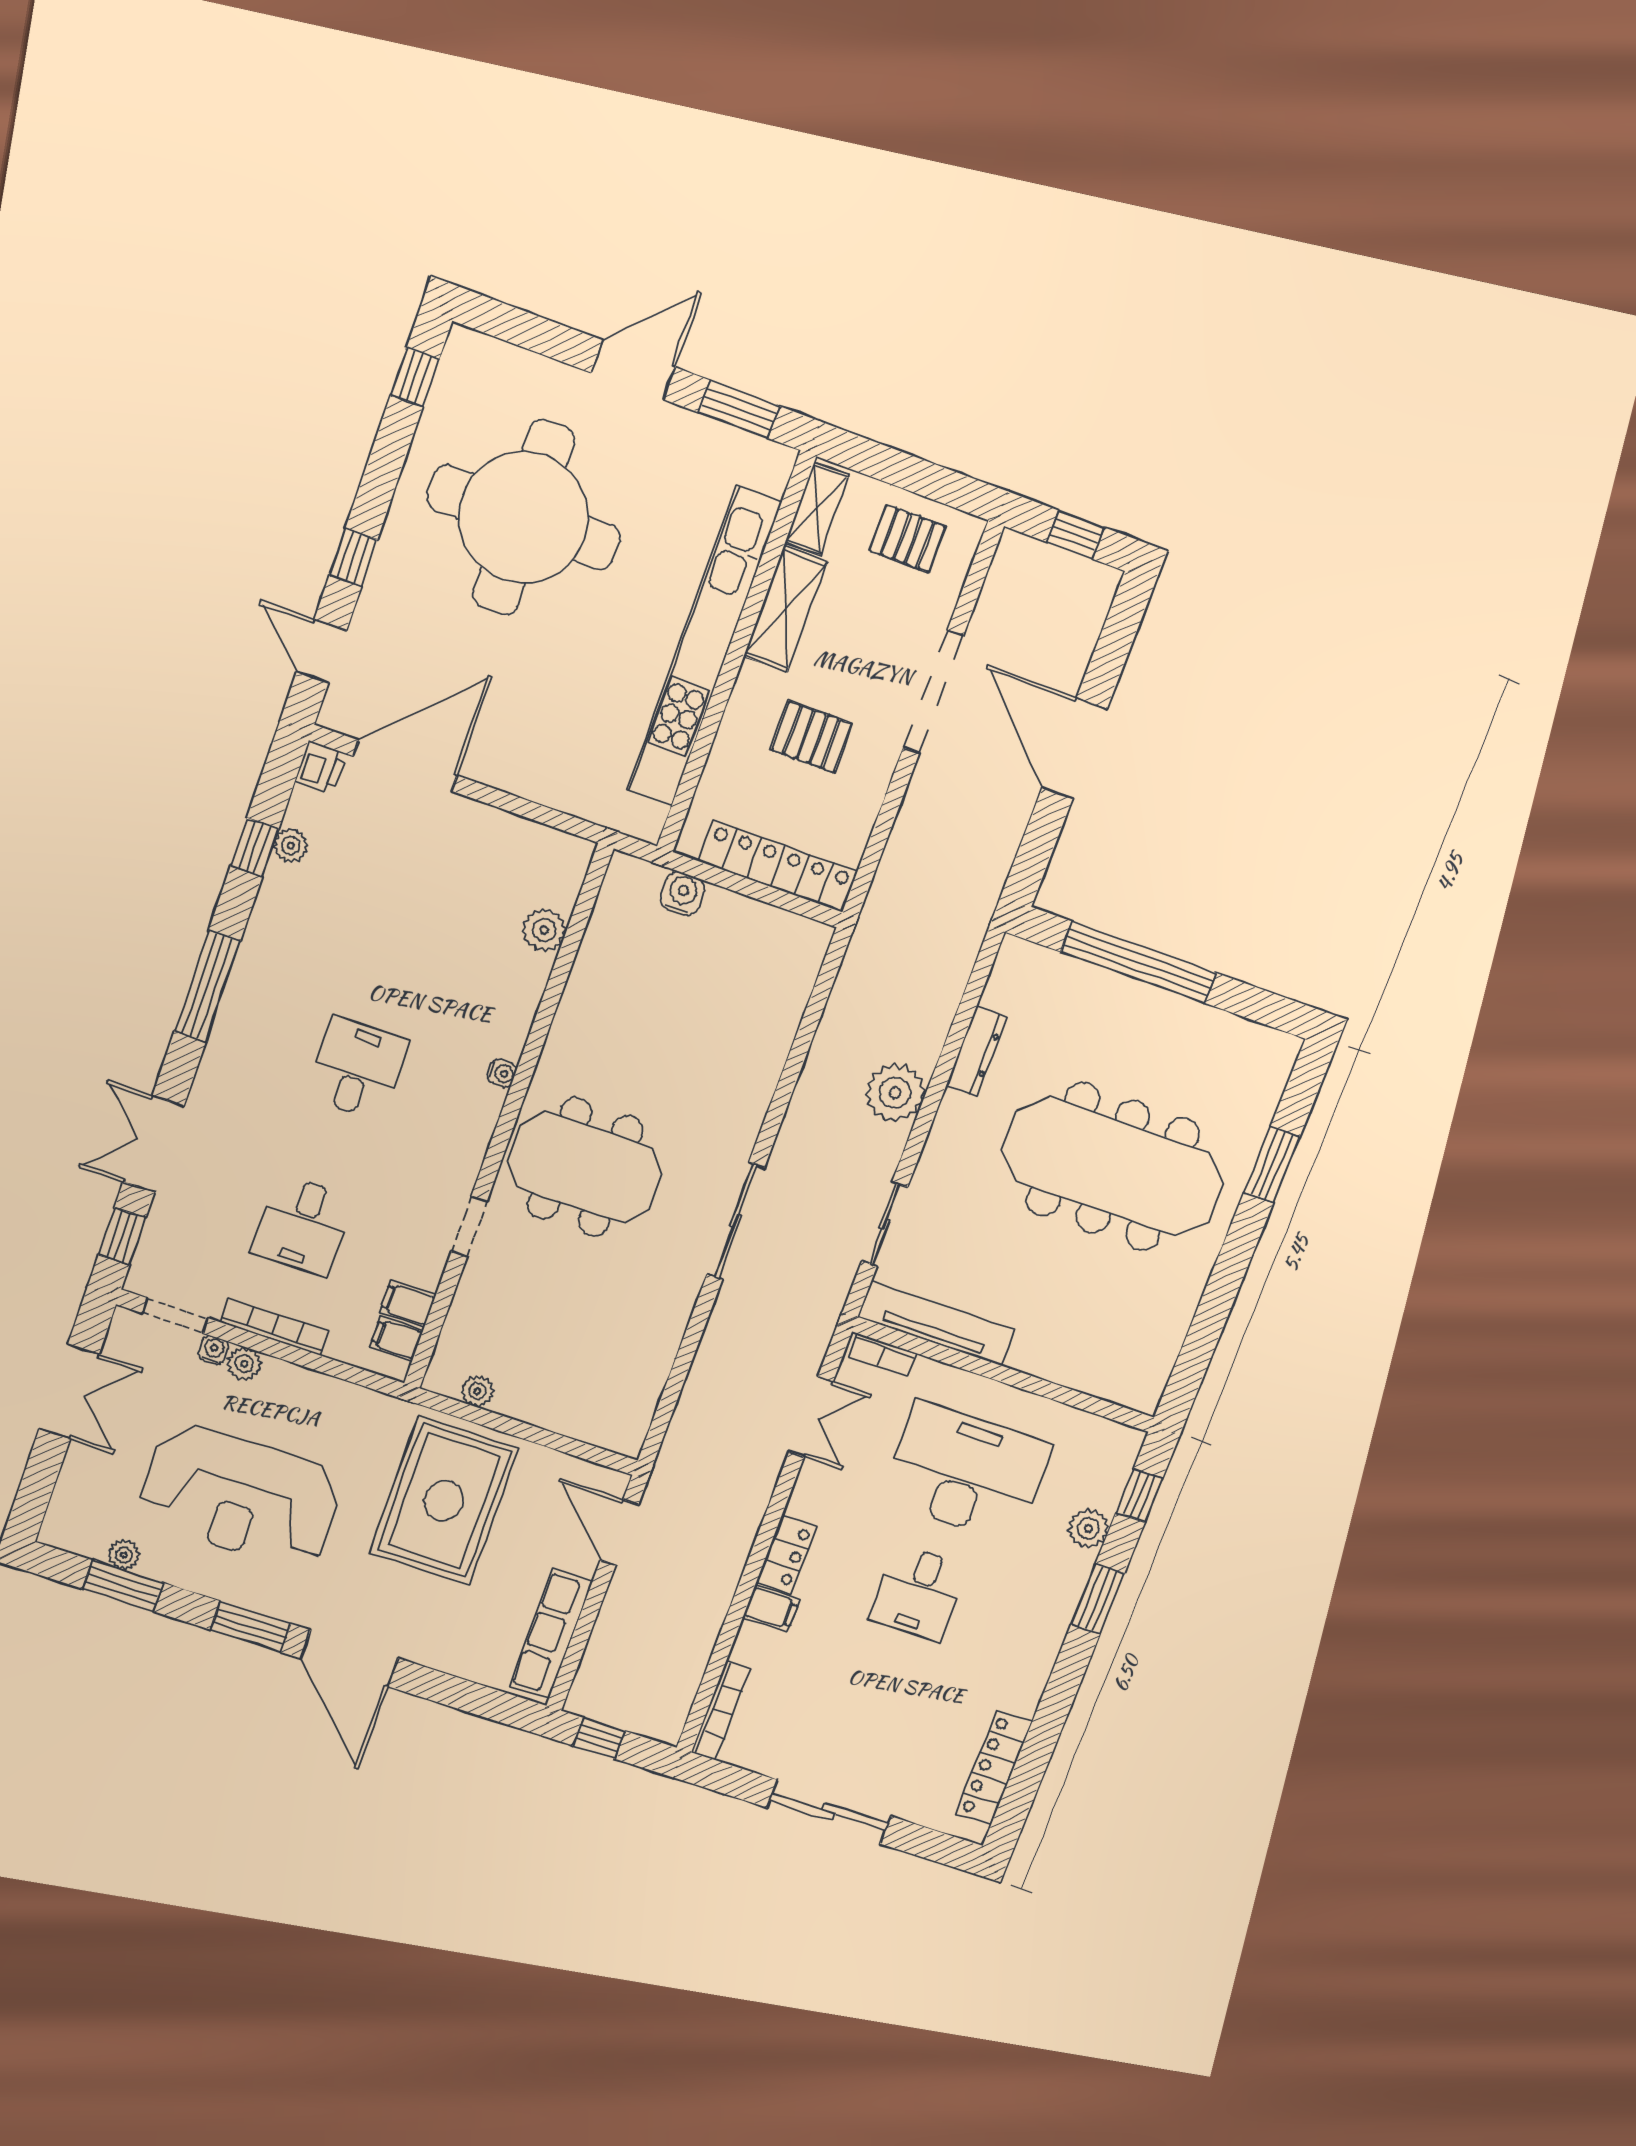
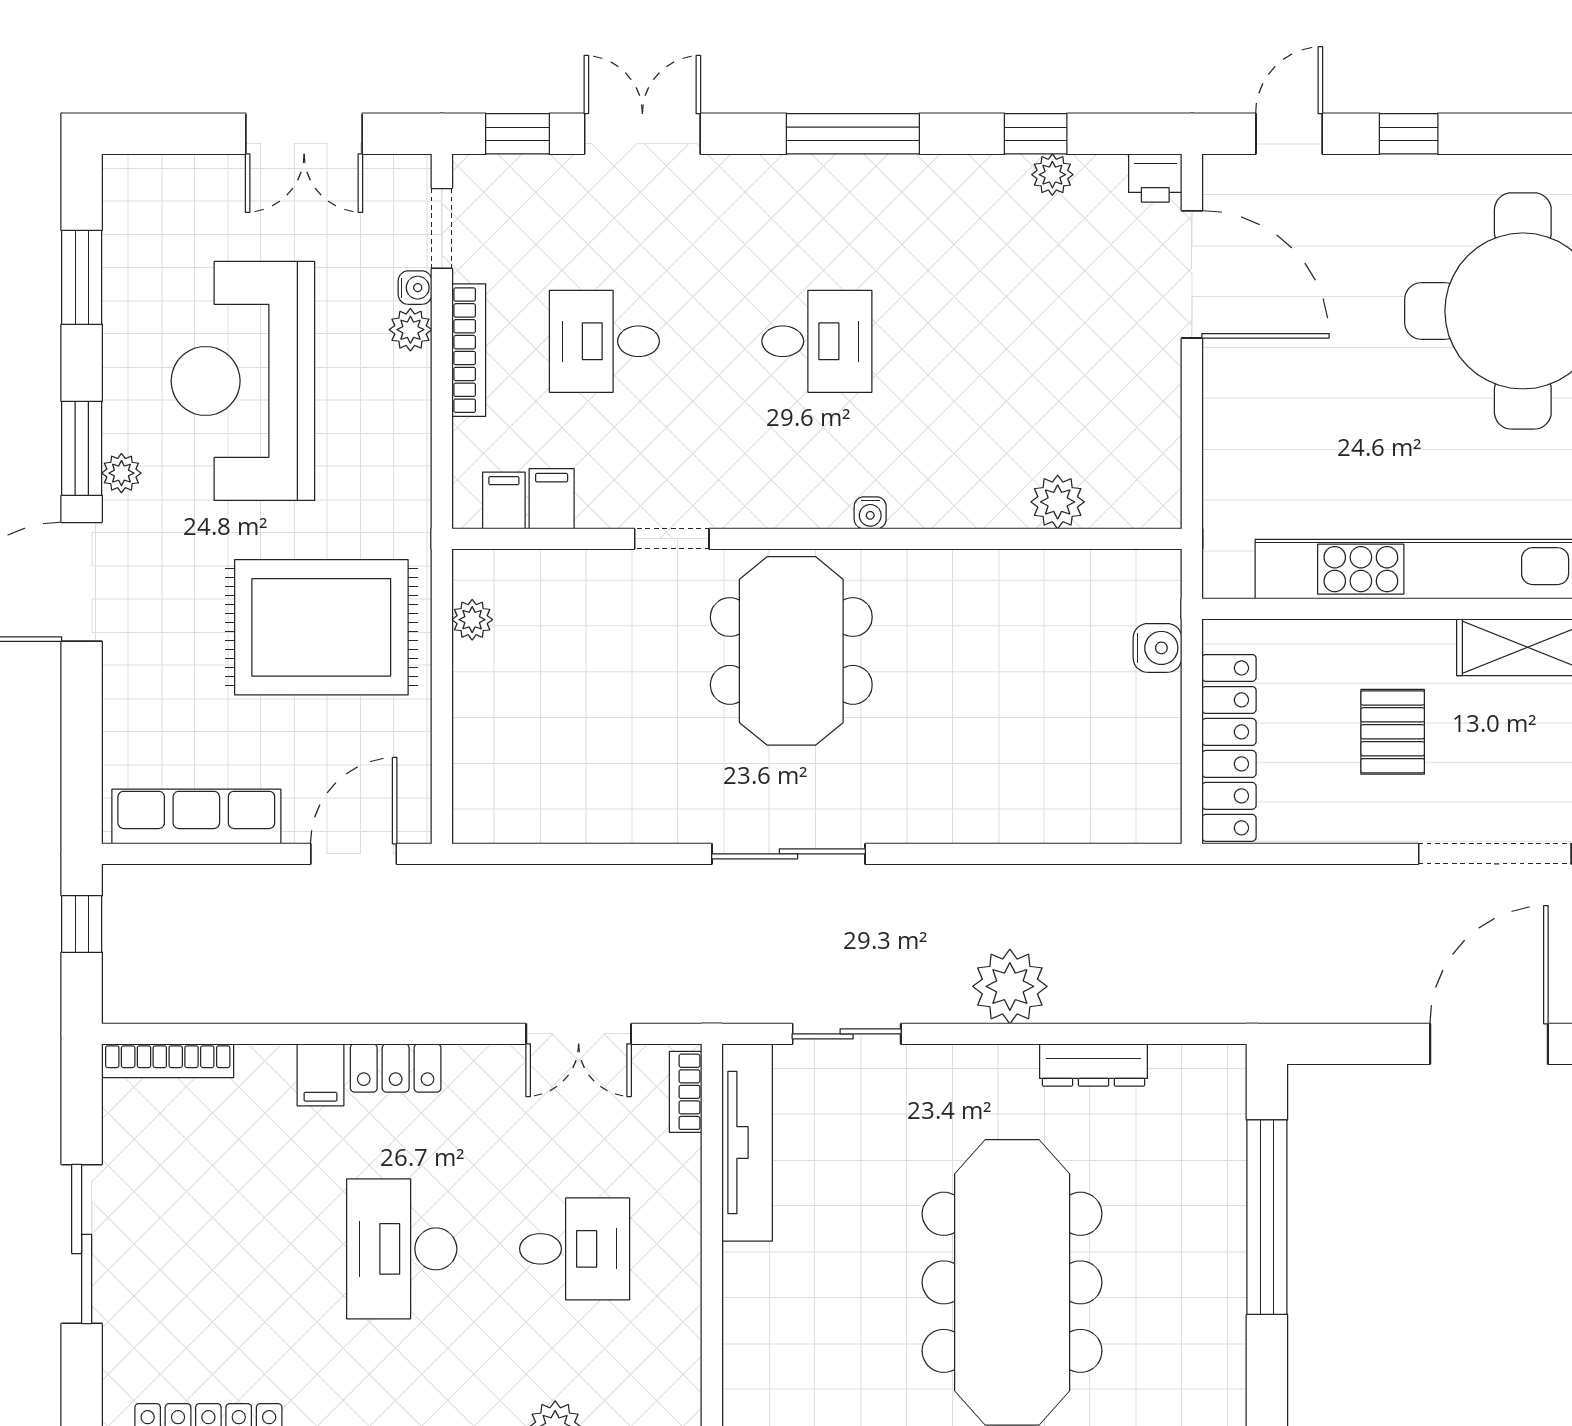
desk: (966, 1472) -> (575, 1249), width x0.53, depth x0.77
plant: (124, 1555) -> (121, 473), moved
desk: (918, 1593) -> (402, 1249), width x1.37

